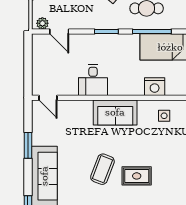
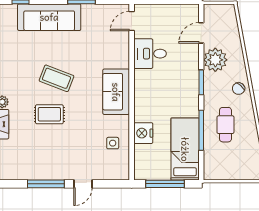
plant: (42, 23) -> (215, 60), moved, width x1.87, depth x1.87
desk: (93, 80) -> (150, 54), moved
rug: (137, 176) -> (49, 114), turned 90

